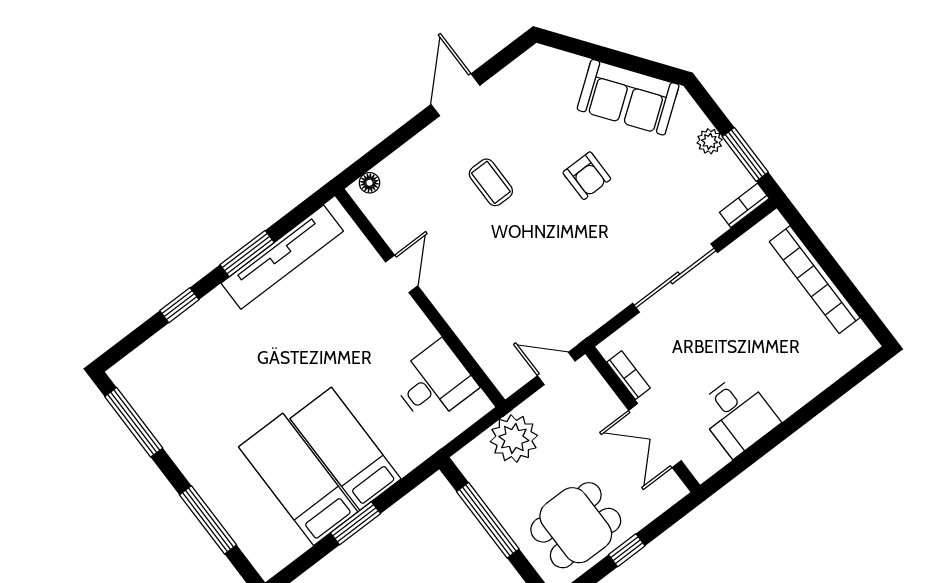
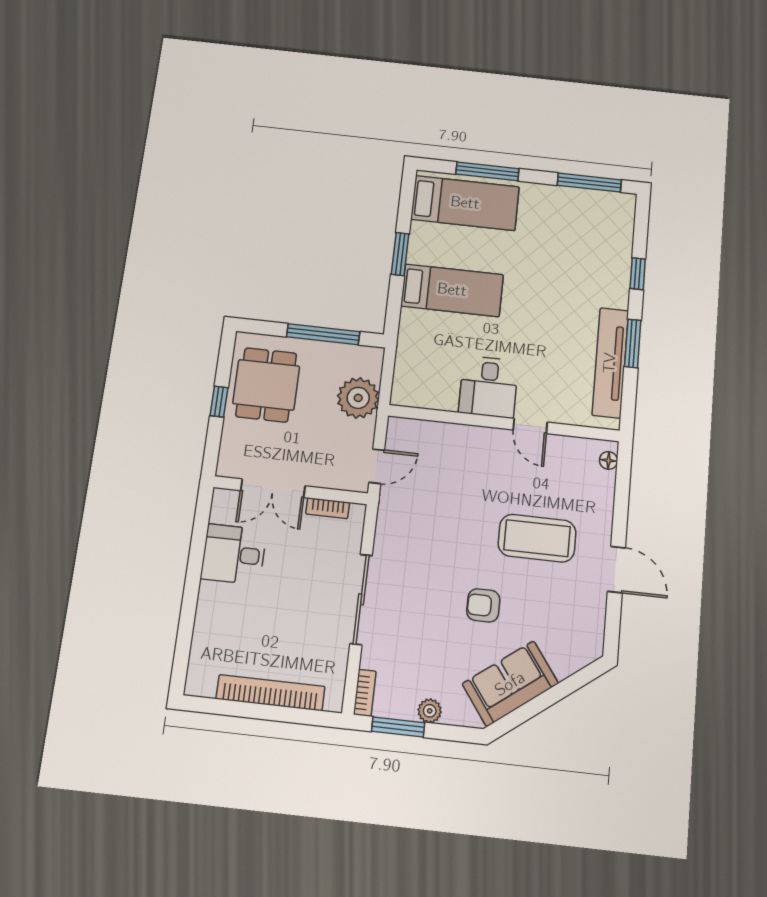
coffee table: (491, 182) -> (537, 538), width x1.86, depth x1.72
desk: (434, 383) -> (489, 387), moved
double door: (655, 435) -> (273, 488), swing flipped
bed: (298, 479) -> (465, 203), moved

